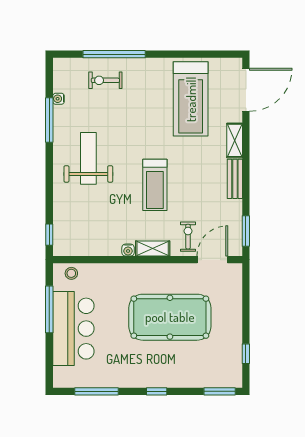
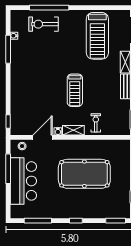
exercise bike: (105, 80) -> (44, 24), width x1.38, depth x1.39
weight bench: (88, 158) -> (33, 73), removed
door: (212, 260) -> (42, 137), moved

